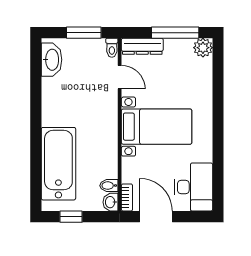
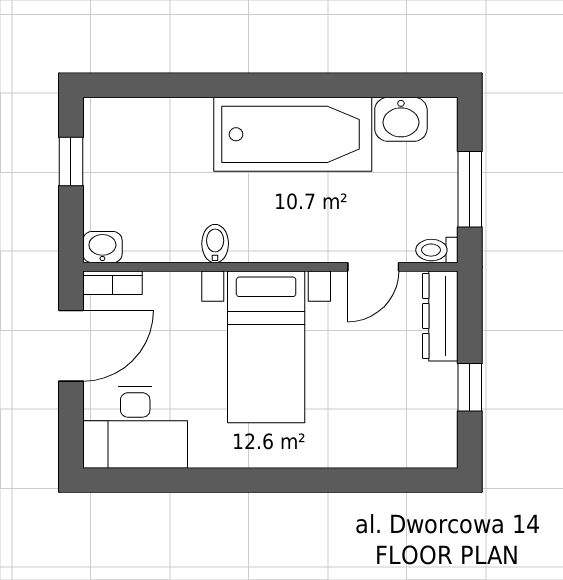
window: (175, 33) -> (470, 387), width x0.46
plant: (203, 48) -> (437, 448), removed
washbasin: (52, 60) -> (401, 119), width x0.72
bathtub: (58, 164) -> (293, 134), moved
bidet: (109, 186) -> (215, 244), moved

